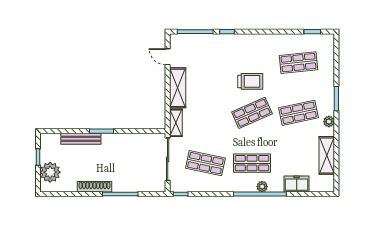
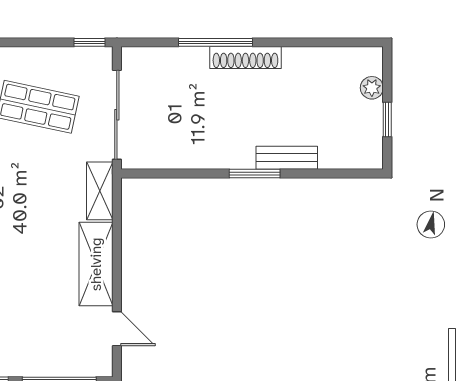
bench: (81, 139) -> (287, 158), width x0.73
plant: (50, 172) -> (372, 88), width x0.53, depth x0.53
shoe rack: (94, 187) -> (245, 58), moved

